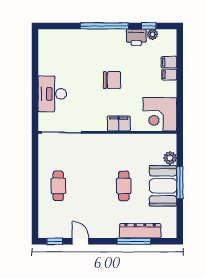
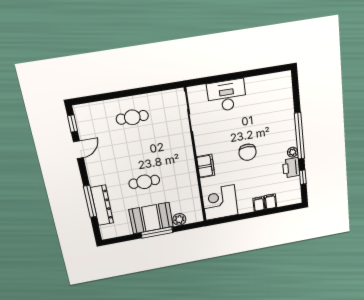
plant: (152, 34) -> (293, 152), moved

